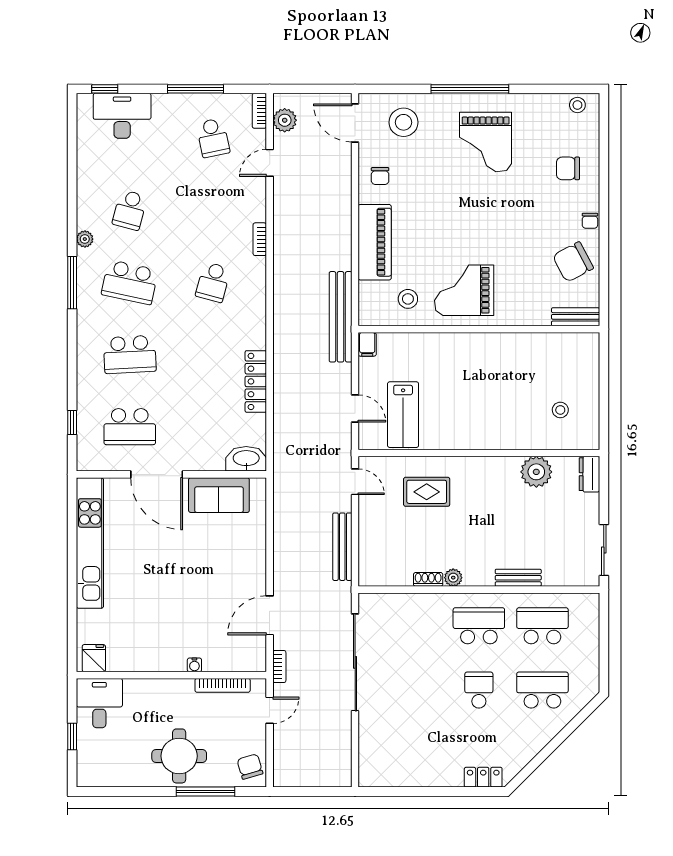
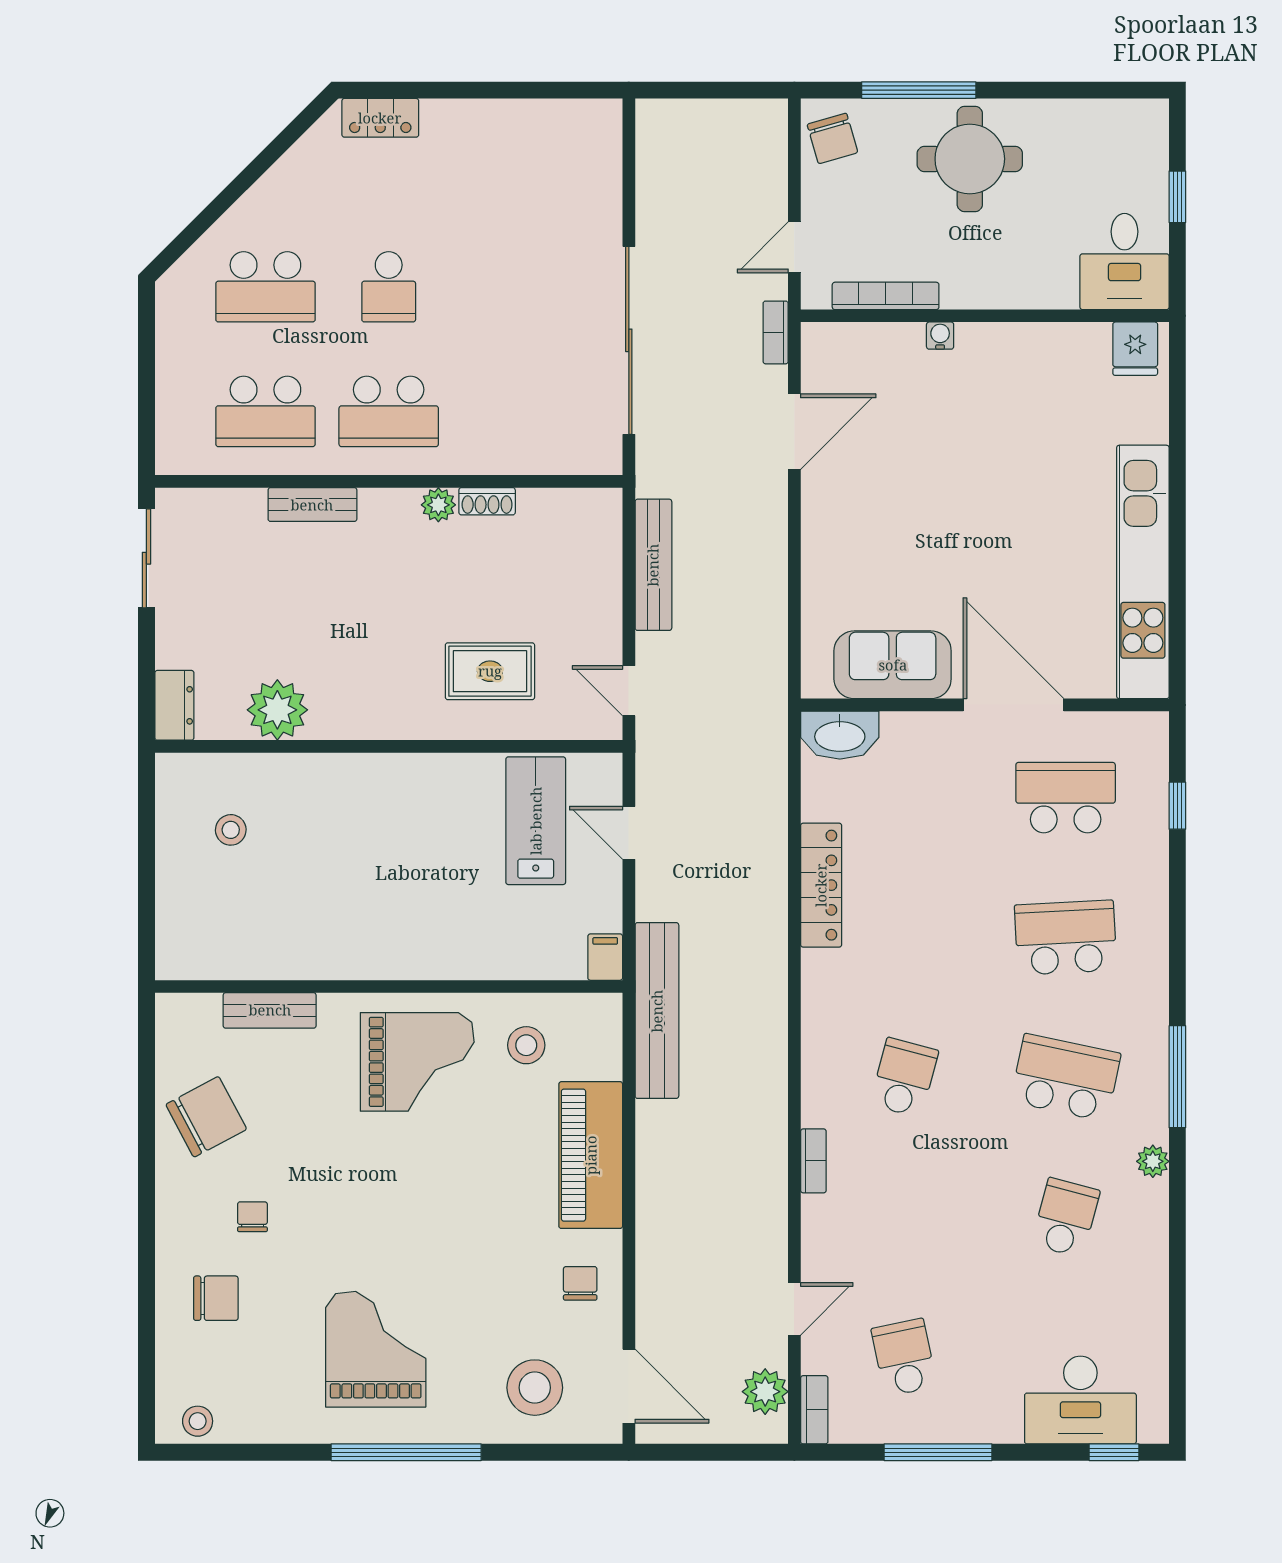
chair: (590, 221) -> (252, 1217), moved
bench: (576, 317) -> (270, 1010), moved

